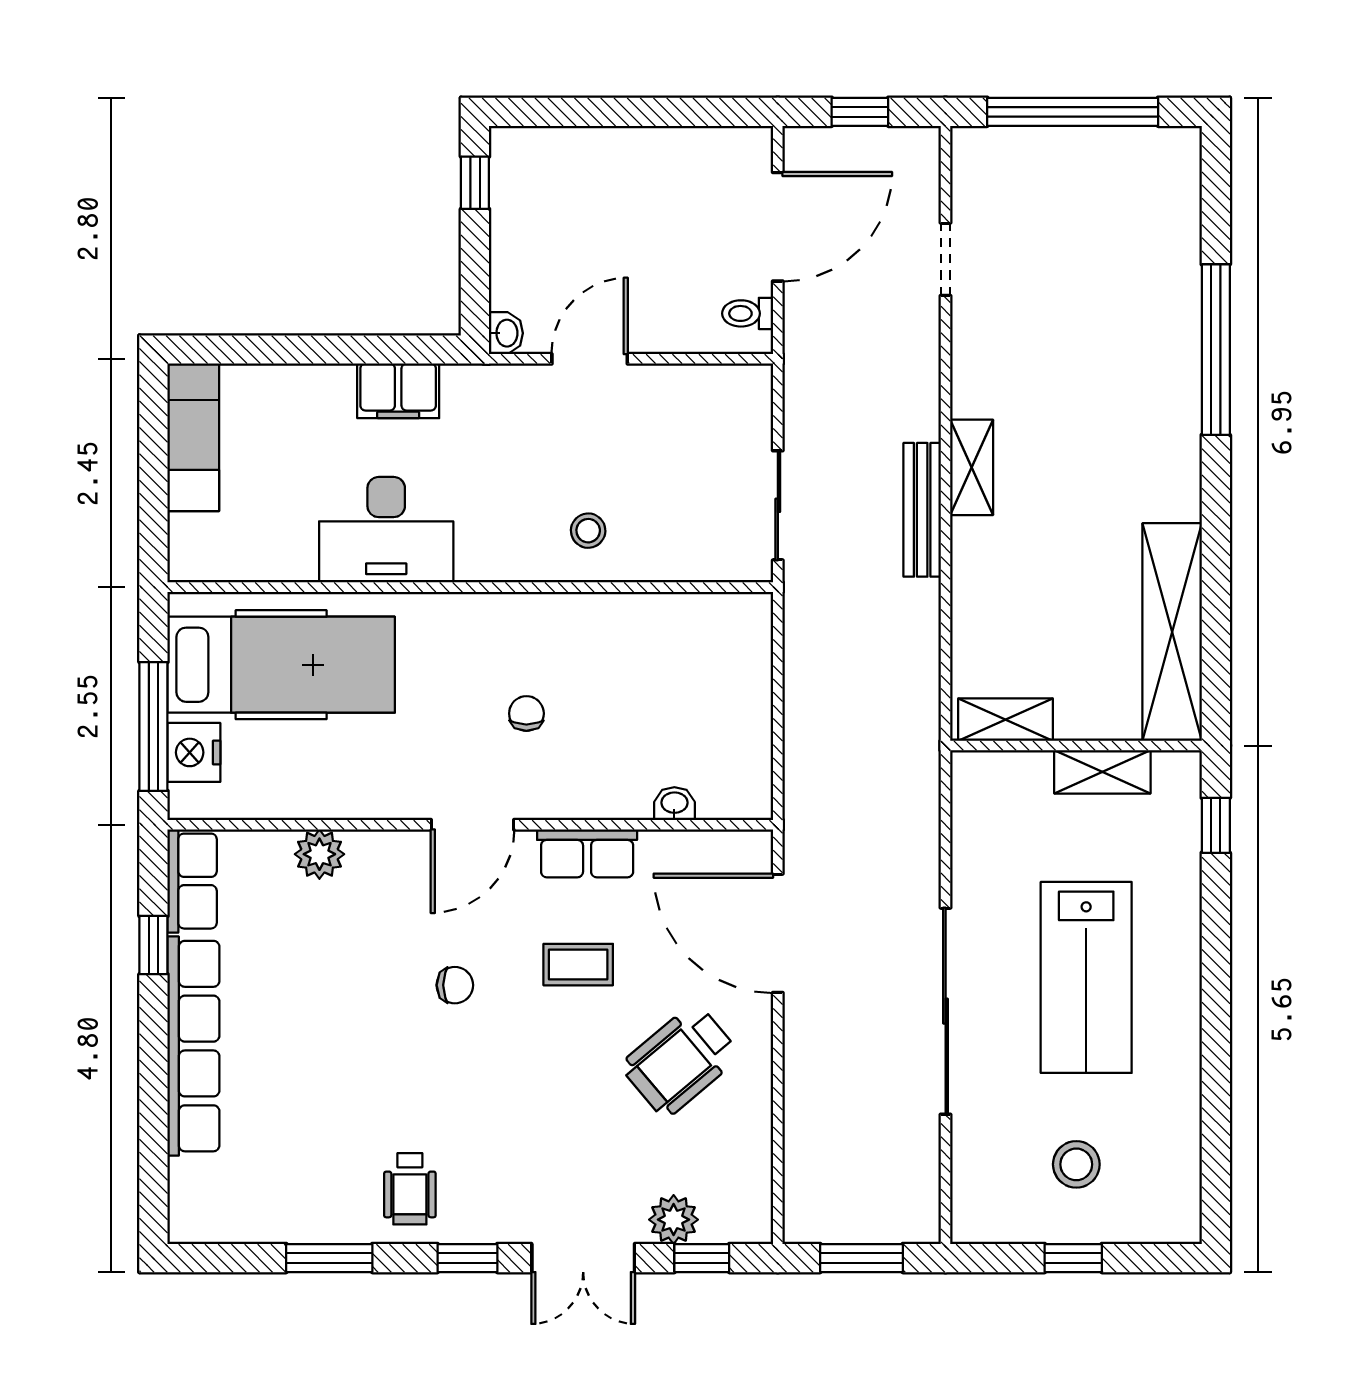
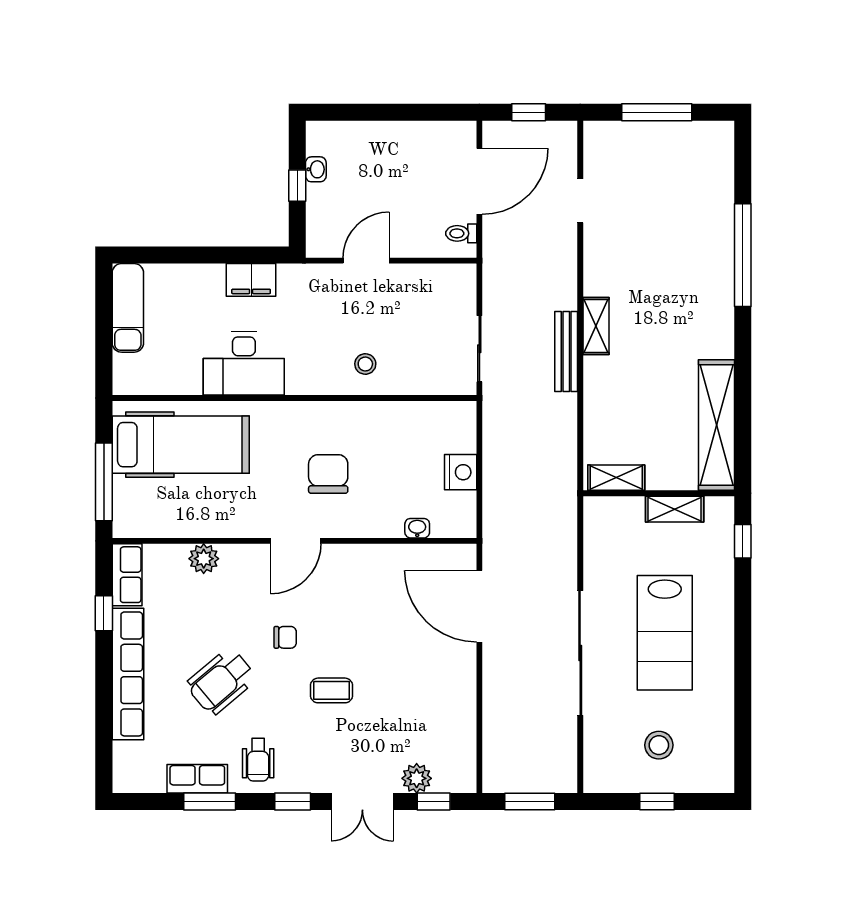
window: (1073, 112) -> (657, 112), width x0.68
window: (475, 183) -> (297, 186), moved
washbasin: (506, 333) -> (316, 169), moved
chair: (526, 713) -> (328, 474), width x1.87, depth x1.87
nightstand: (194, 752) -> (461, 472), moved, turned 180
row of seats: (587, 853) -> (197, 779), moved, turned 180
coffee table: (578, 965) -> (332, 690), moved
wheelchair: (680, 1061) -> (221, 682), moved

